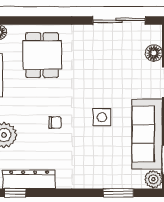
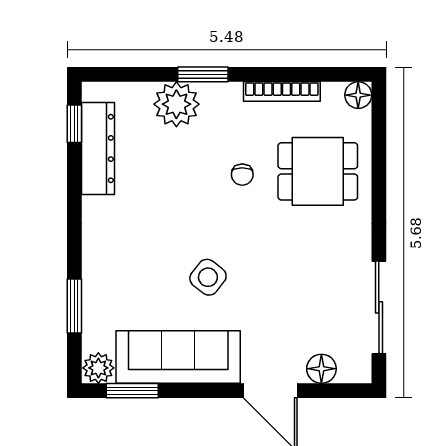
side table: (102, 117) -> (208, 277), turned 38
chair: (55, 122) -> (242, 175), moved

